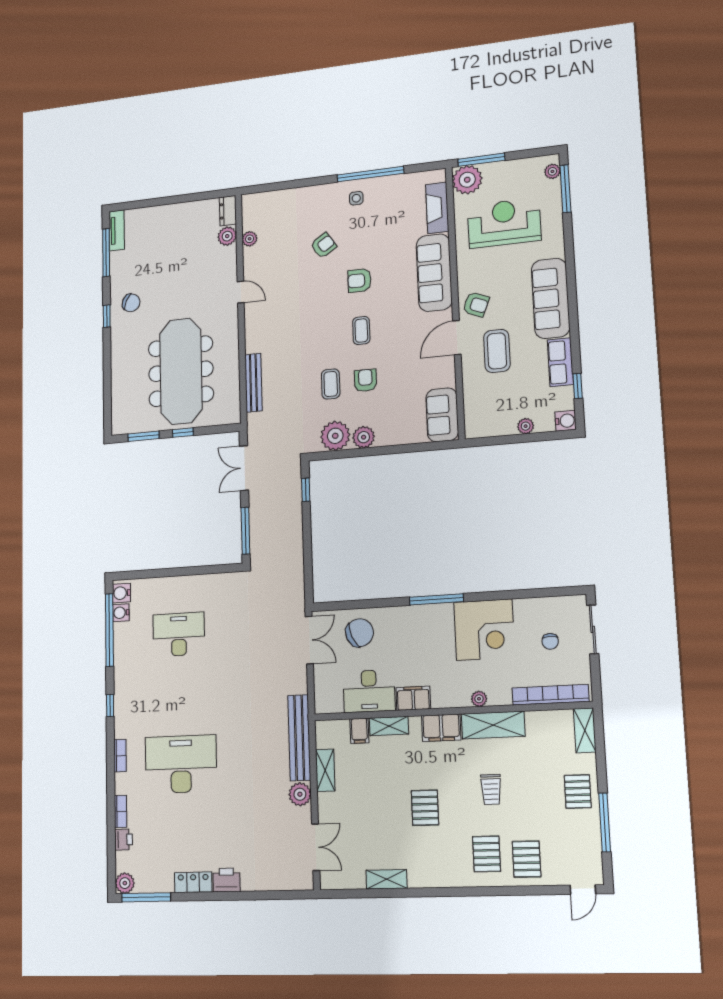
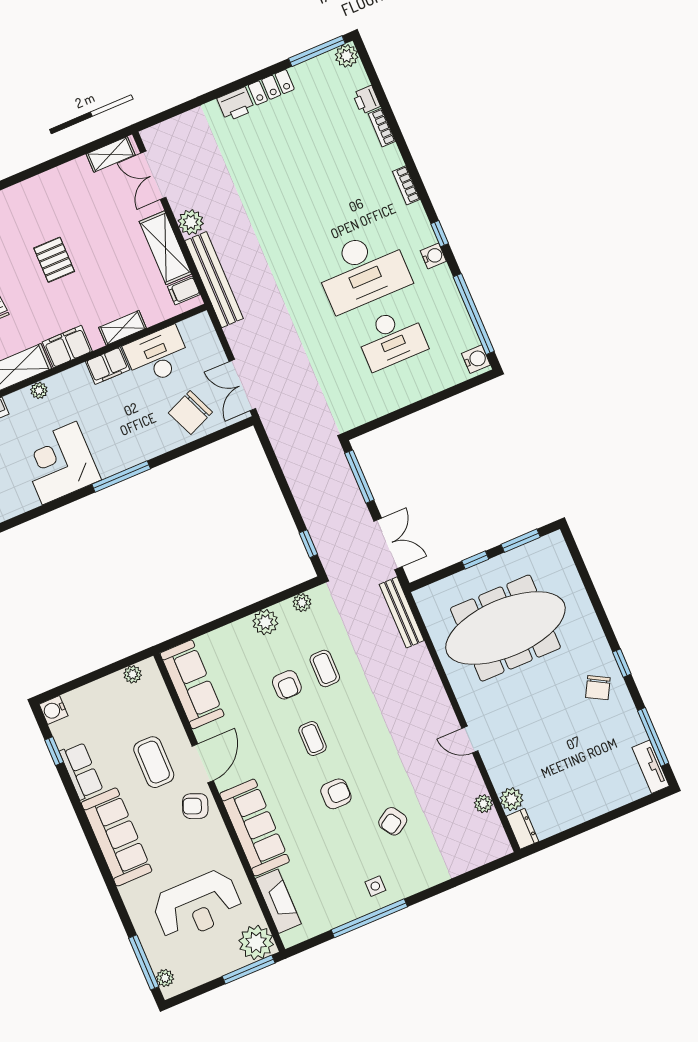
chair: (131, 303) -> (598, 688), turned -86
meeting table: (181, 371) -> (505, 628), turned 90
bench: (253, 383) -> (402, 612), moved
sofa: (442, 415) -> (192, 684), width x1.36
plant: (526, 426) -> (133, 674), moved
plant: (335, 436) -> (302, 603), width x0.53, depth x0.53
water cooler: (121, 613) -> (433, 256), moved
filing cabinet: (359, 731) -> (184, 290), moved, turned -90
desk: (181, 764) -> (362, 271), moved
shelving: (325, 770) -> (165, 248), width x1.50, depth x1.33
shelving: (386, 879) -> (111, 154), moved

